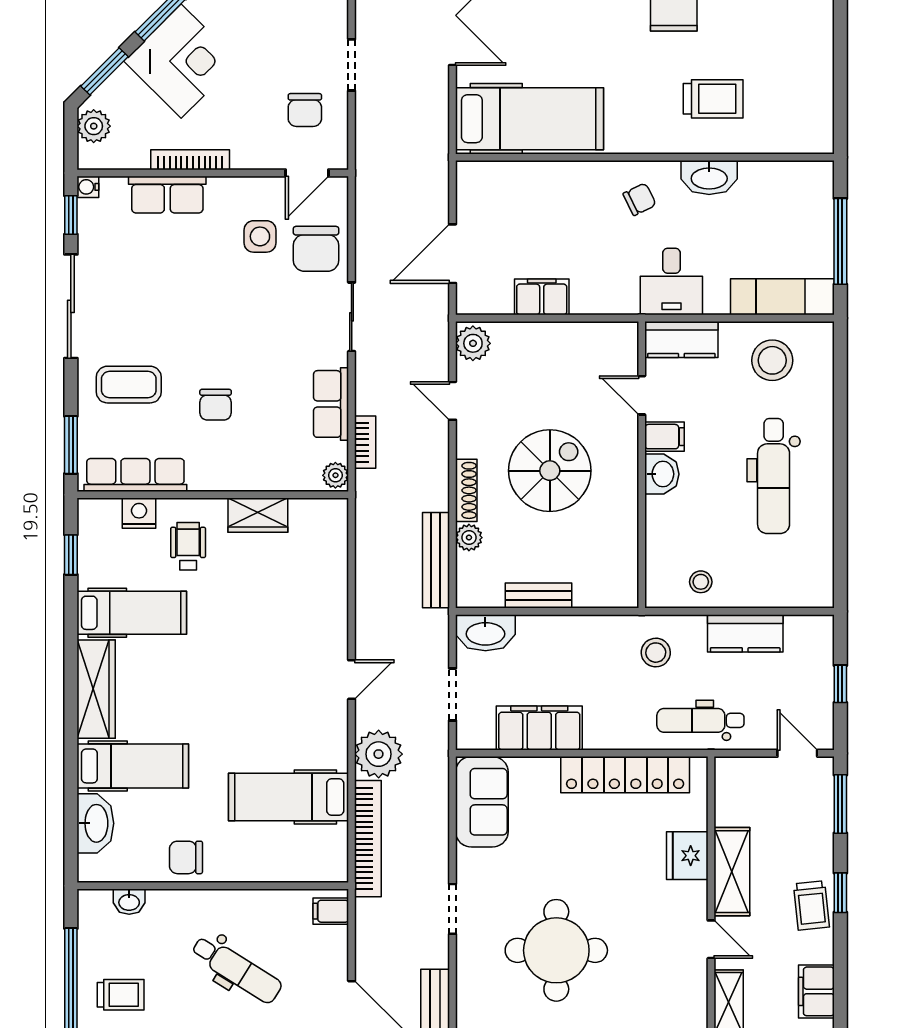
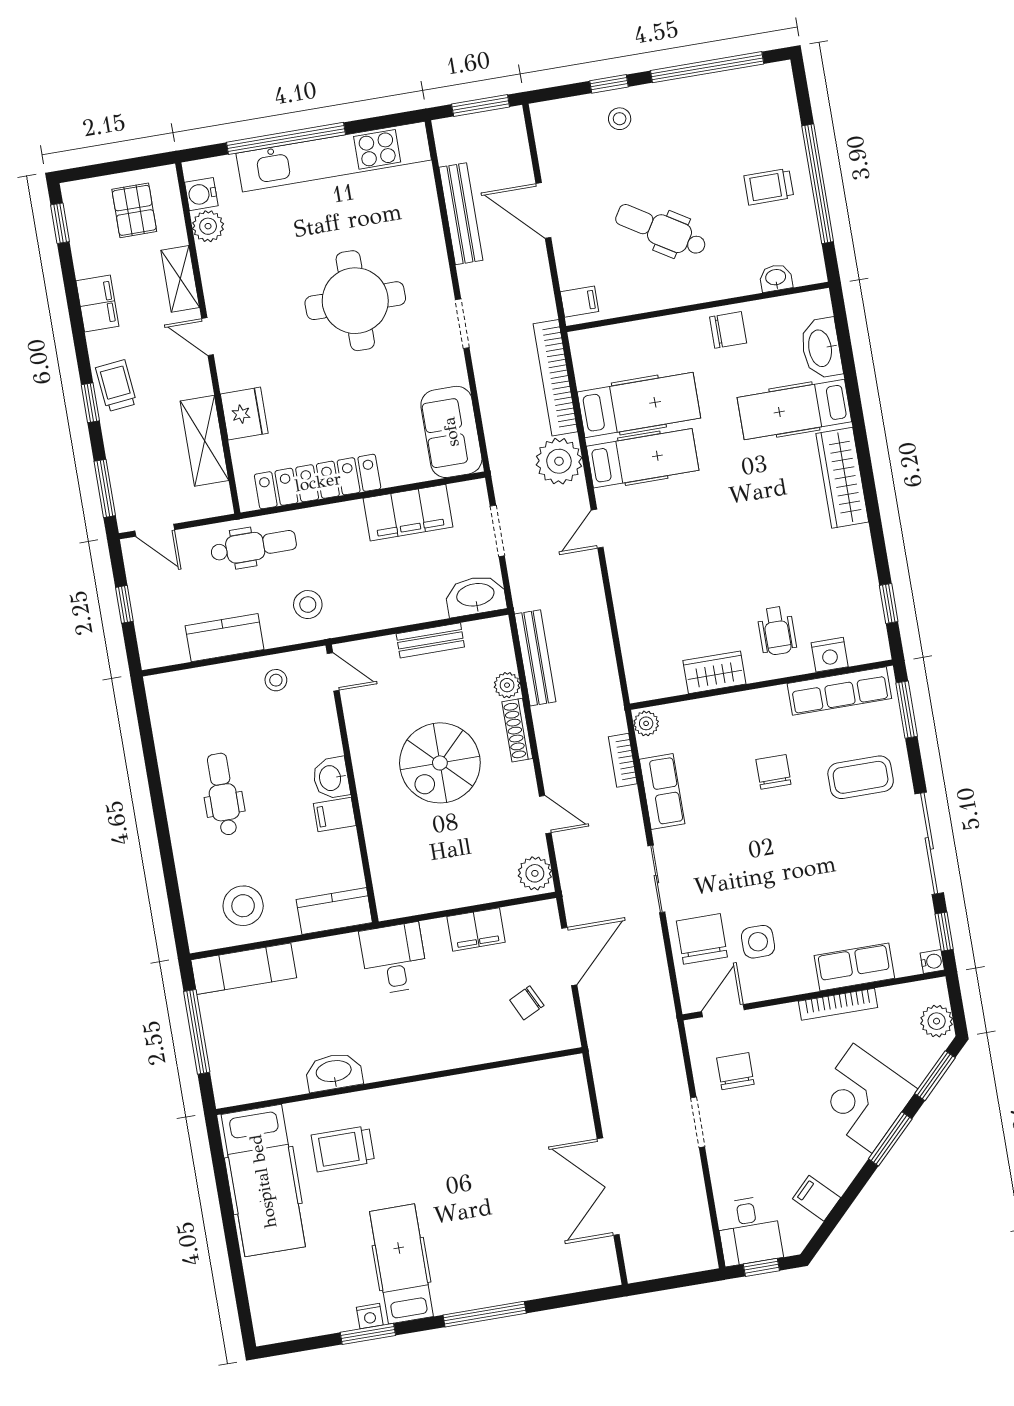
hospital bed: (529, 119) -> (263, 1181), moved, turned -90
chair: (640, 199) -> (527, 1003), moved
desk: (671, 281) -> (394, 959), moved
door: (642, 395) -> (333, 672), moved
dental chair: (774, 476) -> (223, 794), width x0.73, depth x0.72
hospital bed: (132, 613) -> (643, 458), moved, turned 180
shelving: (732, 872) -> (204, 441), moved

